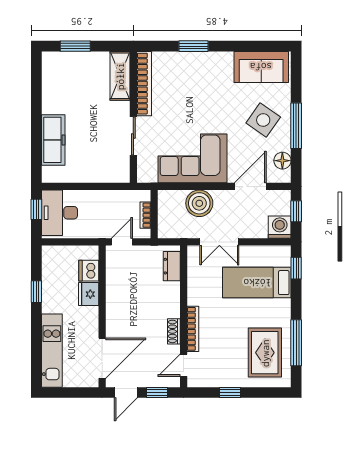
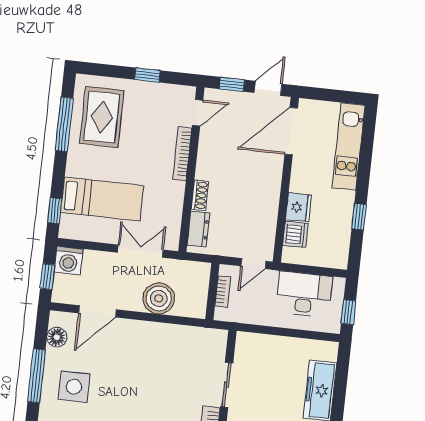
side table: (263, 120) -> (74, 387), turned -35
corner sofa: (192, 158) -> (161, 351), removed
desk: (59, 213) -> (304, 294), moved, turned -90
shoe rack: (174, 331) -> (200, 195), moved

